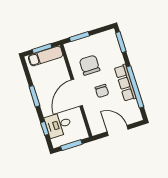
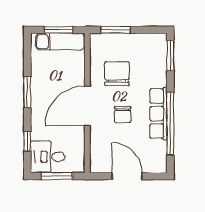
desk: (58, 125) -> (48, 157), moved

